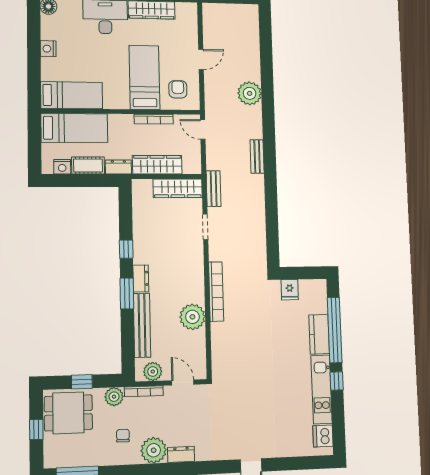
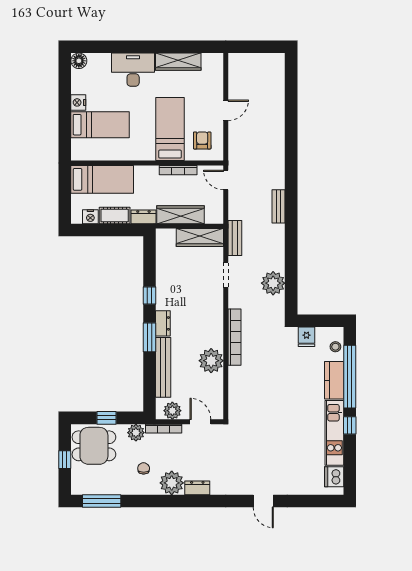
plant: (250, 93) -> (273, 283), moved
bed: (72, 95) -> (100, 125), moved
stool: (319, 299) -> (335, 347), added

